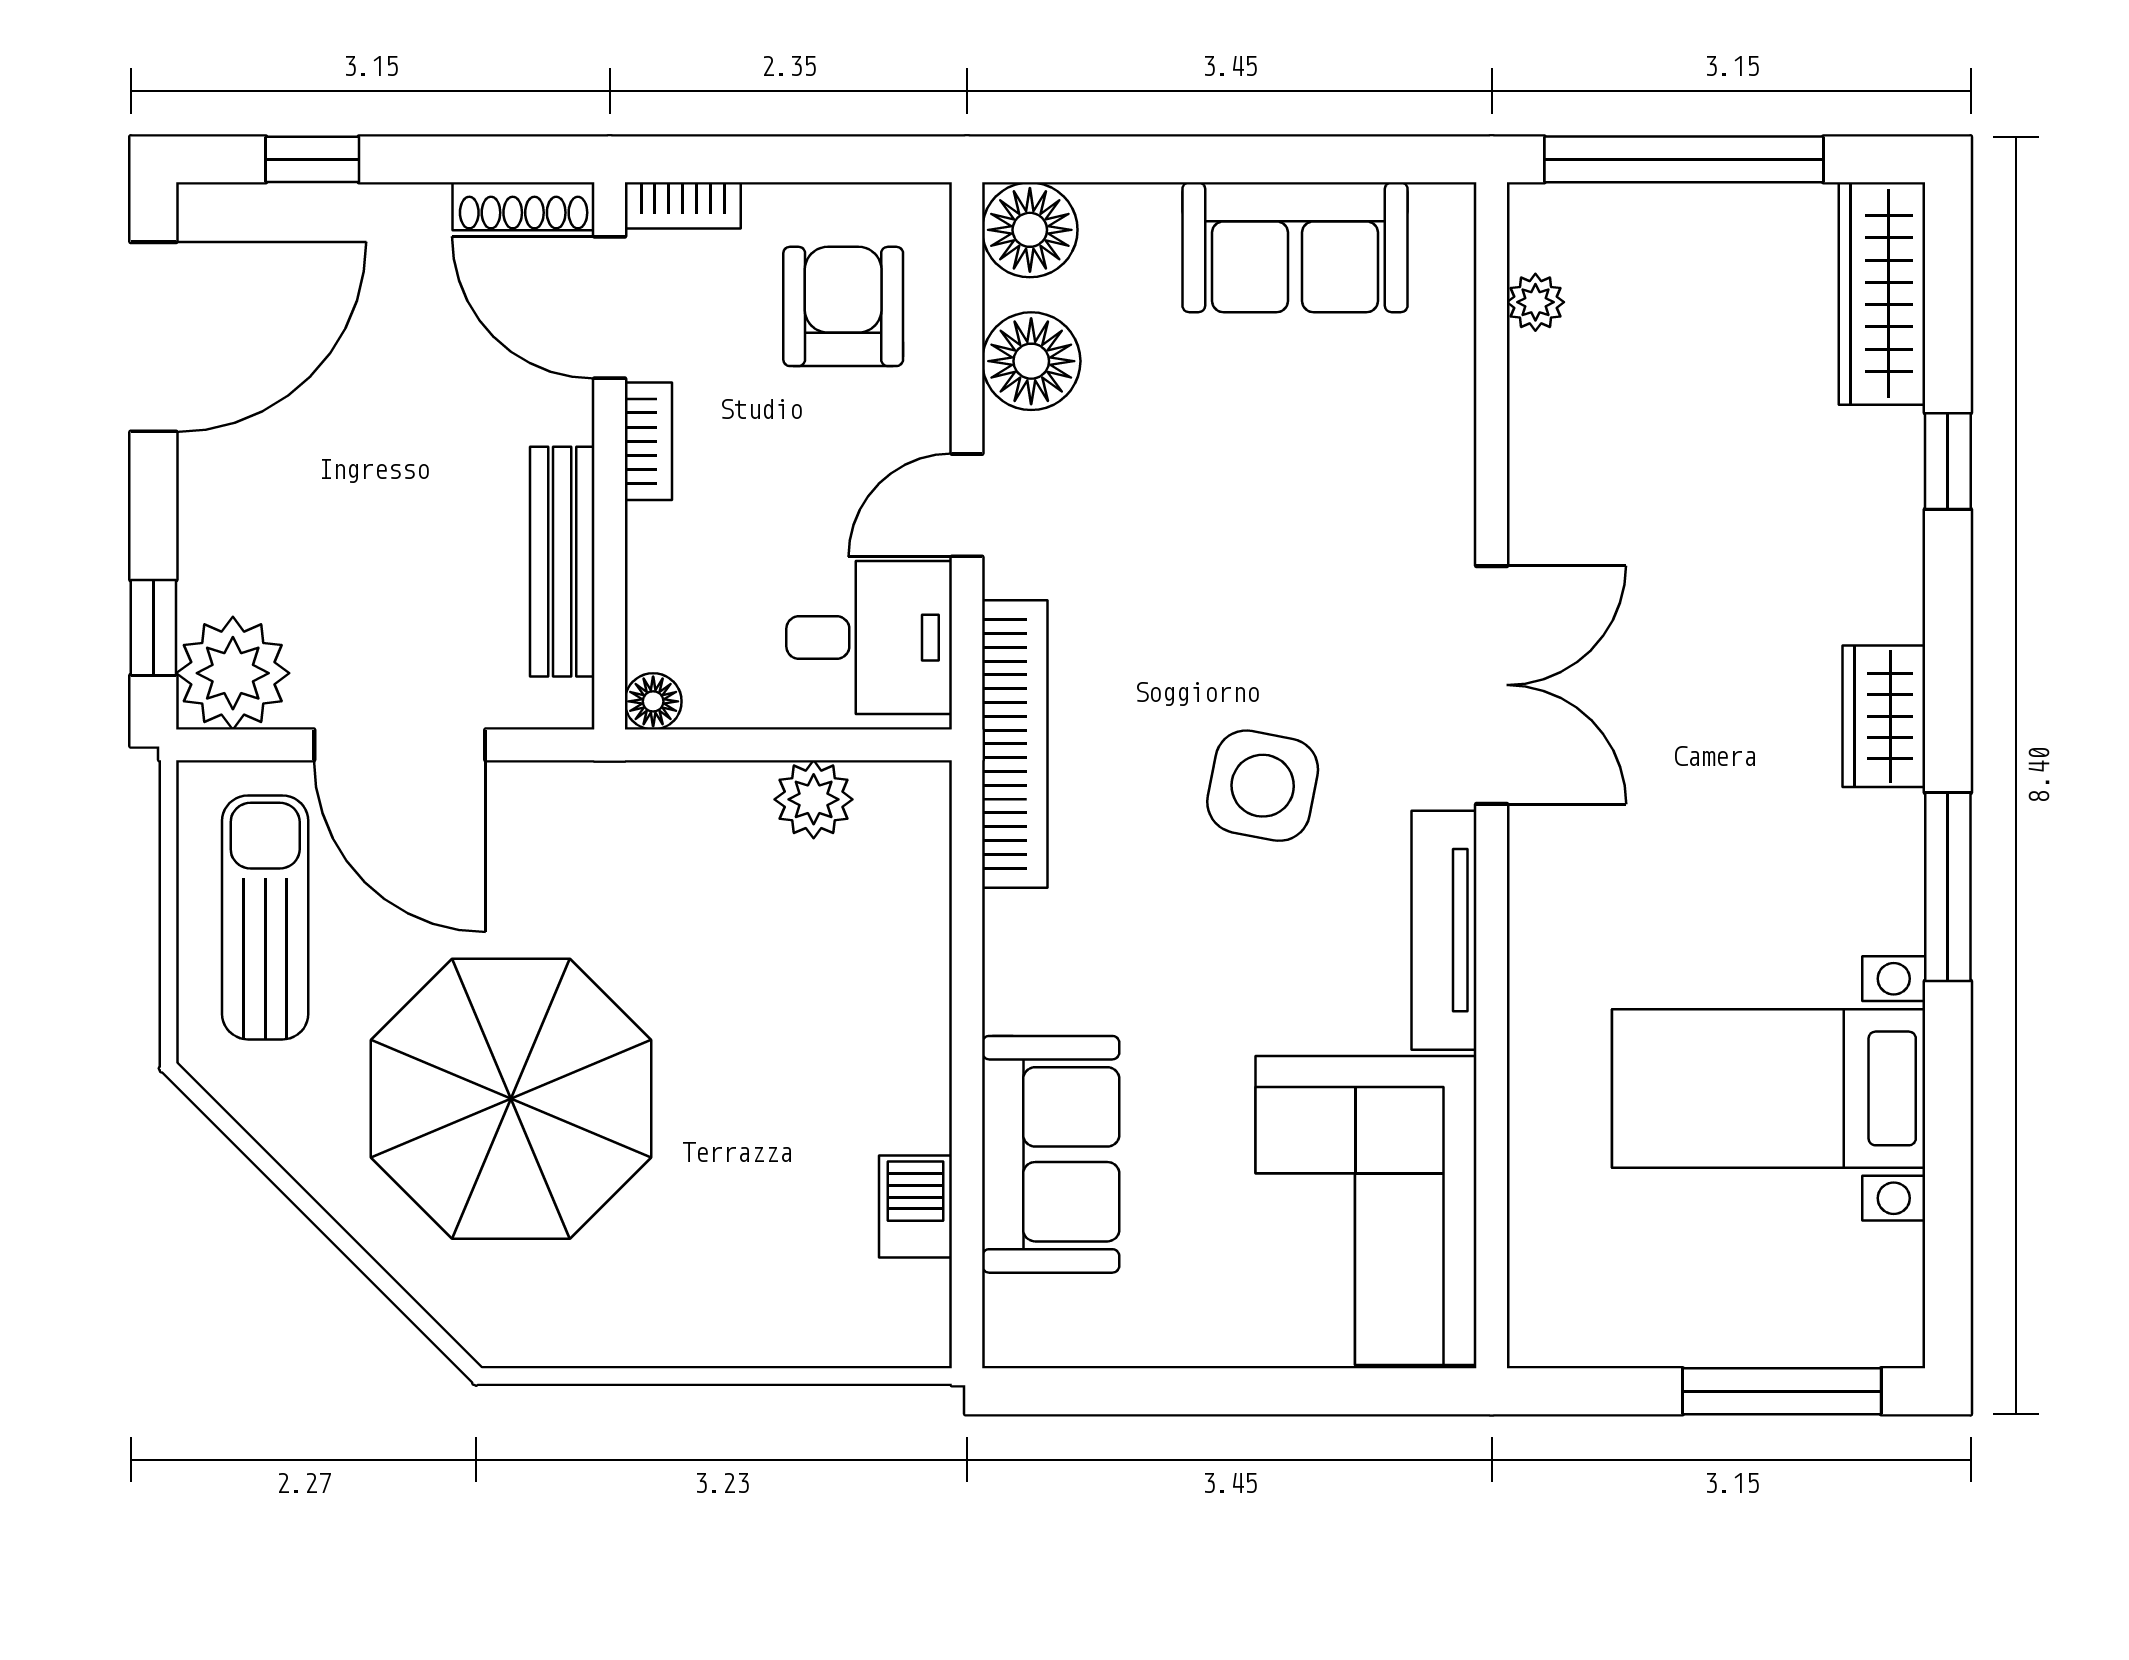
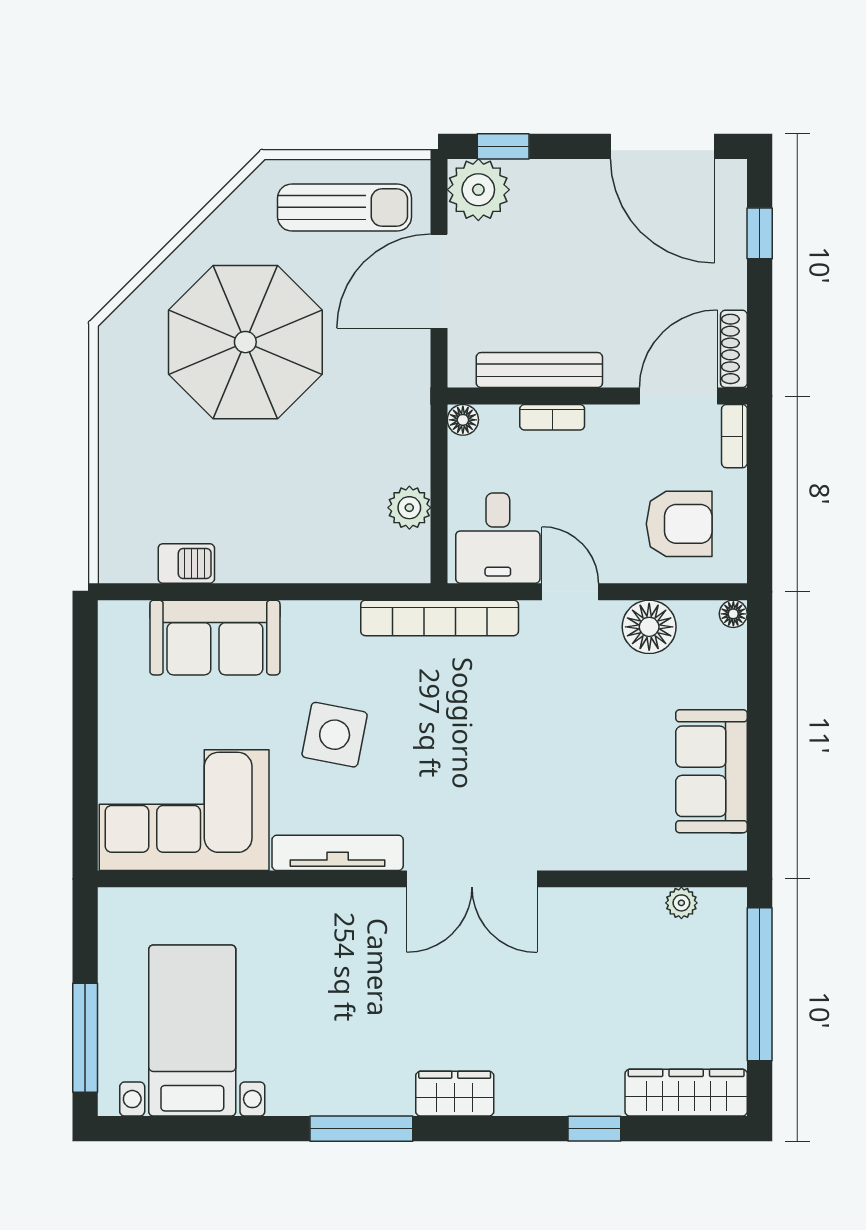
floor lamp: (1030, 230) -> (733, 614), width x0.53, depth x0.53
bookcase: (648, 441) -> (552, 417), moved
side table: (1263, 786) -> (335, 735), moved
bed with nightstands: (1769, 1088) -> (192, 1031), moved

